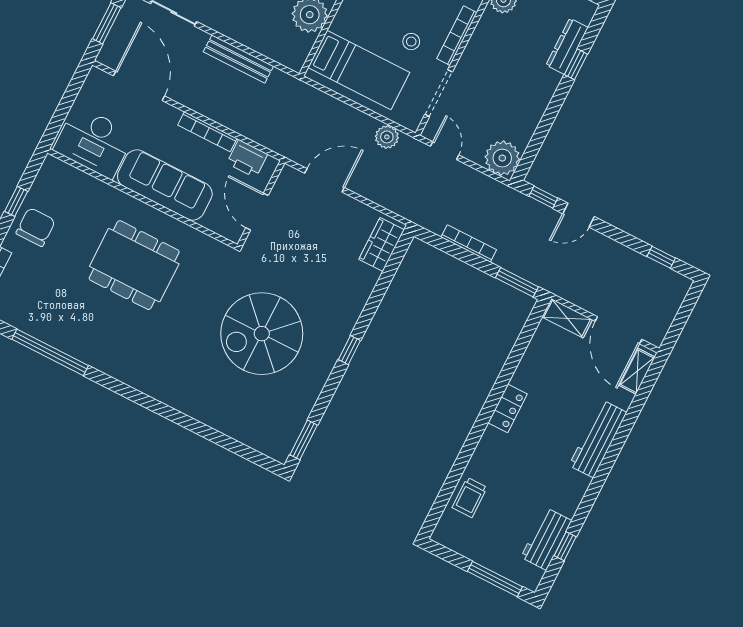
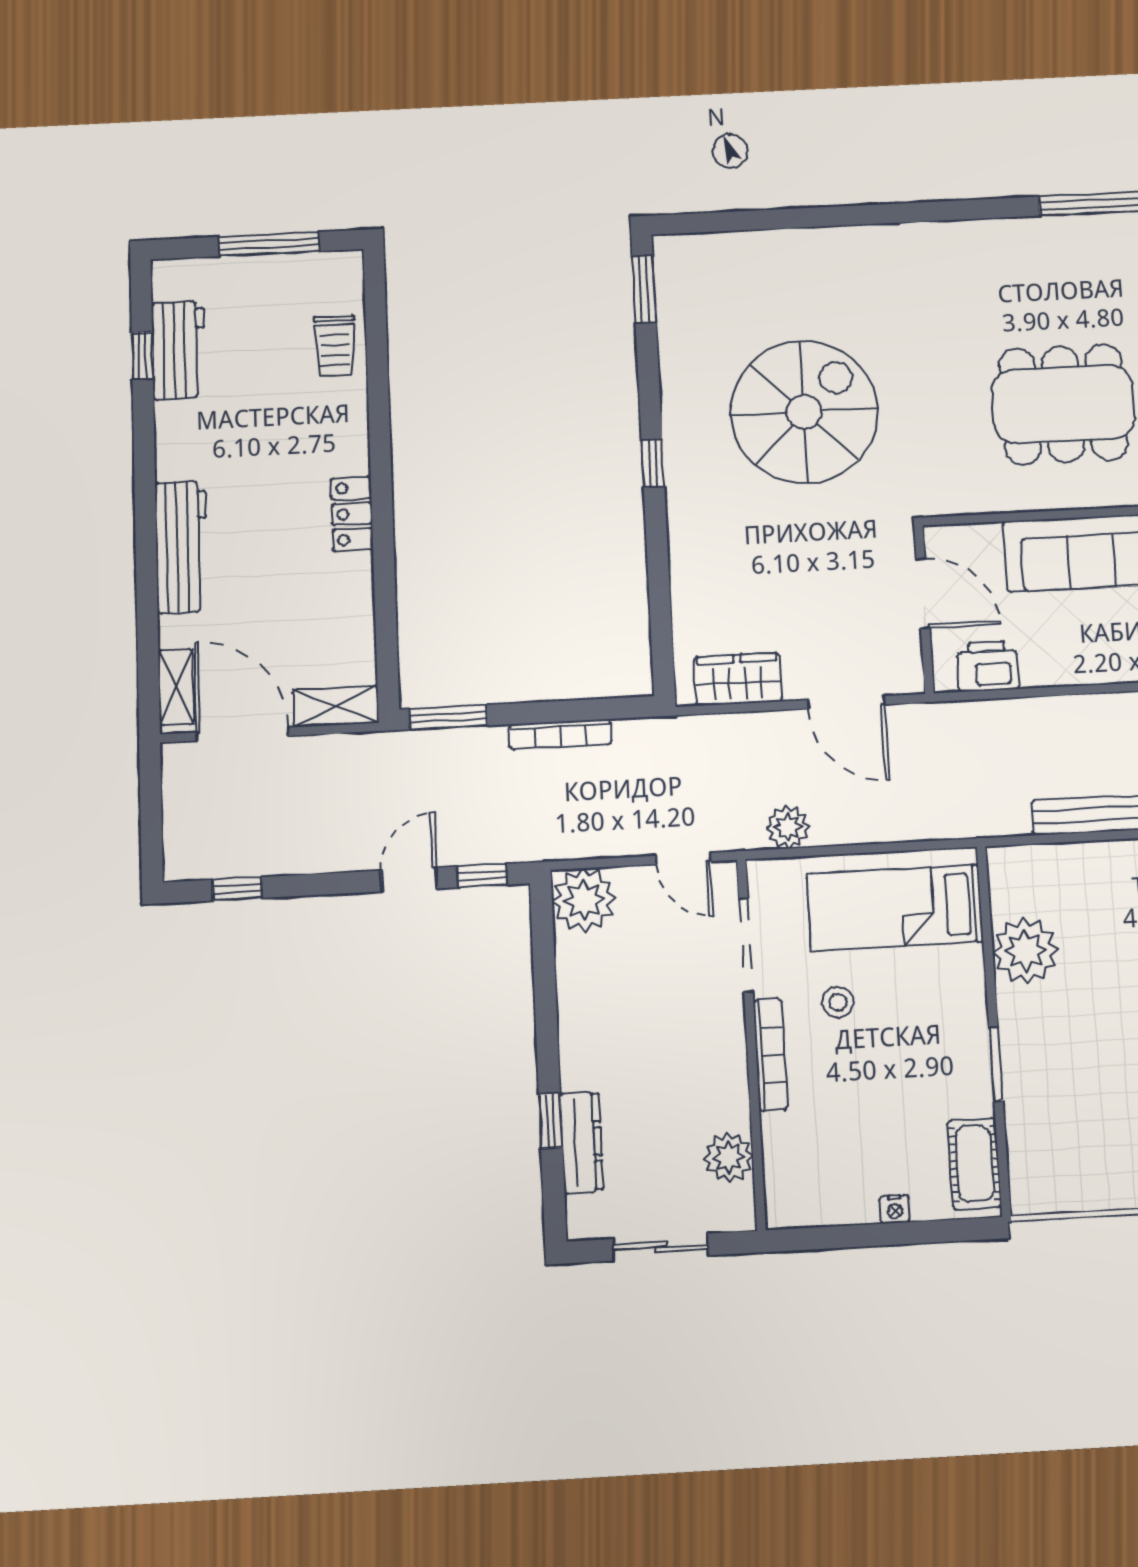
bookcase: (207, 132) -> (1075, 672), removed
door: (325, 180) -> (846, 702), hinge flipped
wardrobe: (382, 244) -> (738, 679), moved, turned -90
trolley: (470, 498) -> (335, 346), turned 180
window: (495, 579) -> (269, 244), moved

